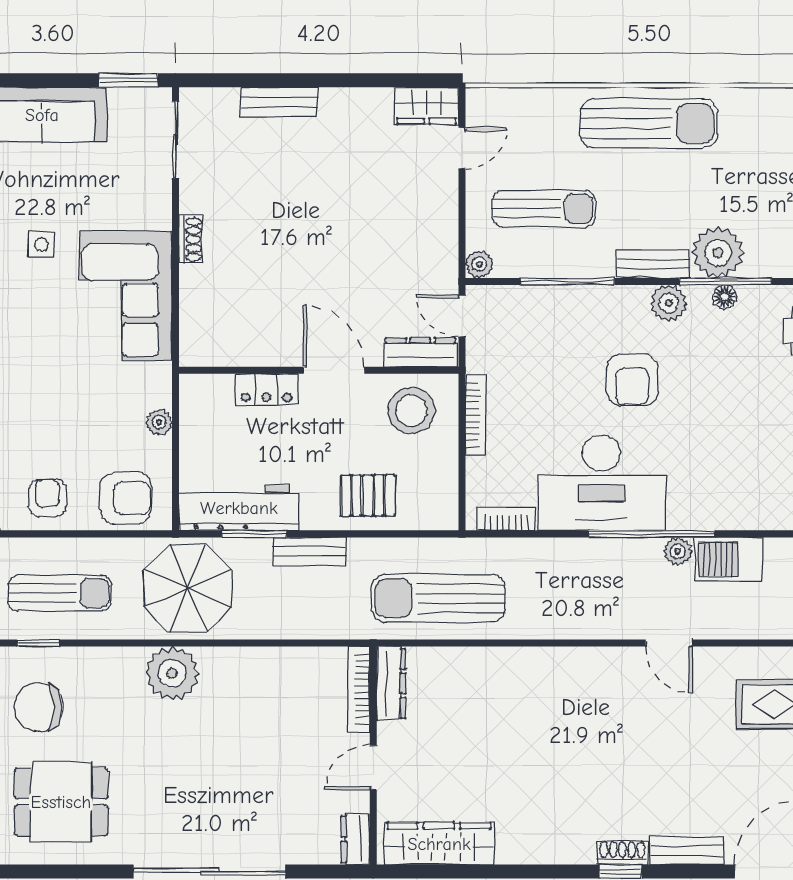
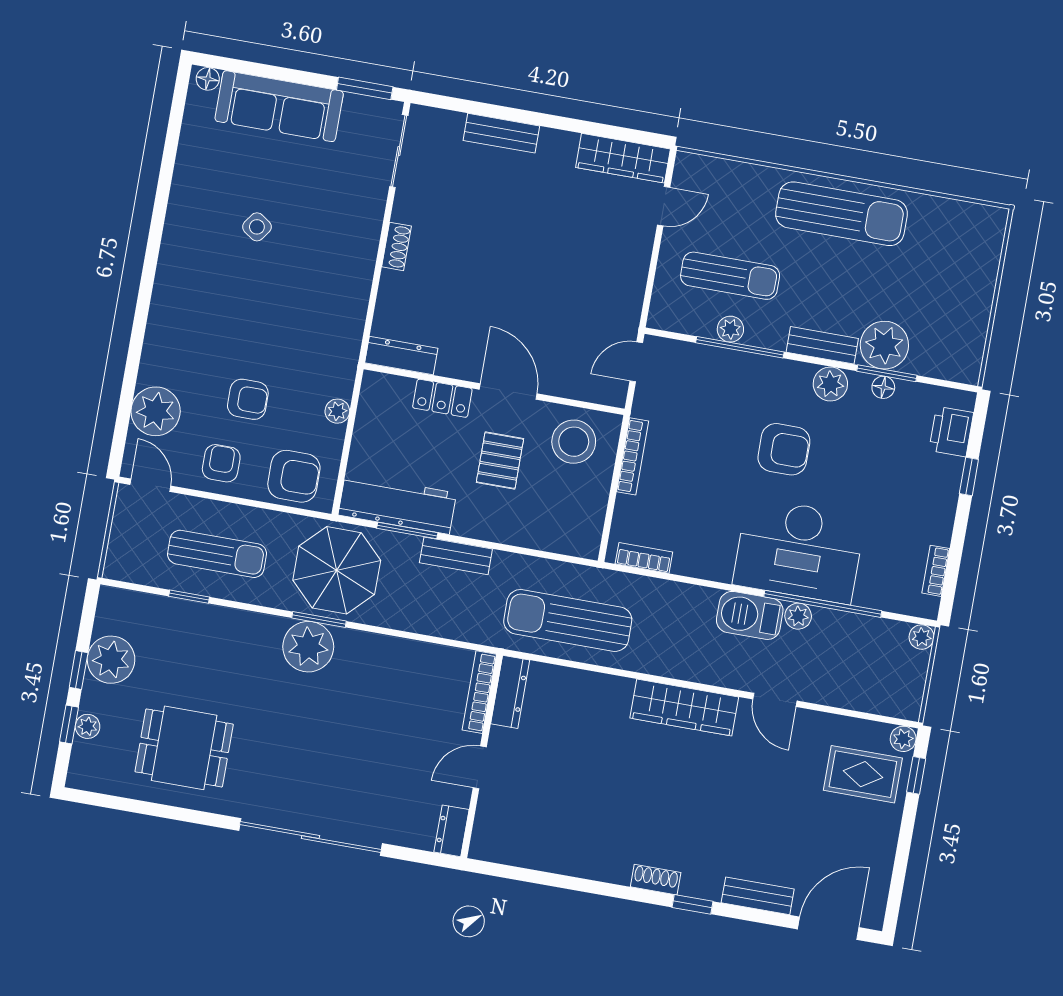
wardrobe: (427, 106) -> (623, 158), width x1.50
side table: (41, 245) -> (257, 227), turned 35
plant: (479, 264) -> (730, 329), moved
window: (726, 282) -> (887, 373), width x0.69
corner sofa: (126, 296) -> (327, 288), removed
door: (462, 316) -> (636, 362), hinge flipped
dresser: (420, 352) -> (401, 356), moved
armchair: (632, 380) -> (784, 449), turned -90
armchair: (64, 426) -> (248, 399), added
desk: (602, 483) -> (799, 551), moved
pallet: (368, 495) -> (500, 460), moved, turned 90
window: (652, 534) -> (823, 604), moved
barbecue: (728, 559) -> (750, 615), moved
window: (178, 643) -> (319, 620), added
chair: (38, 707) -> (178, 656), removed
wardrobe: (439, 844) -> (684, 707), moved, turned 180
shoe rack: (622, 853) -> (656, 880), moved

